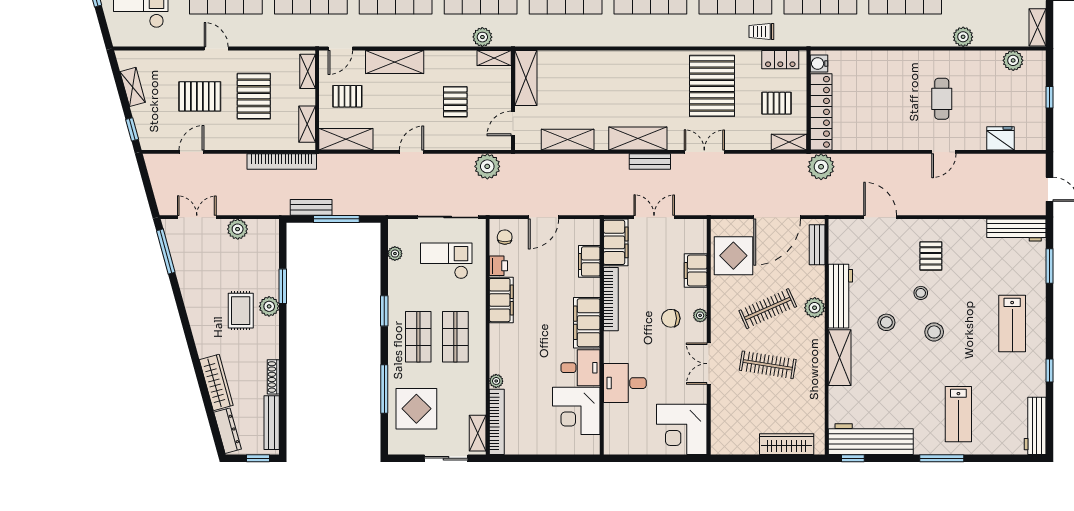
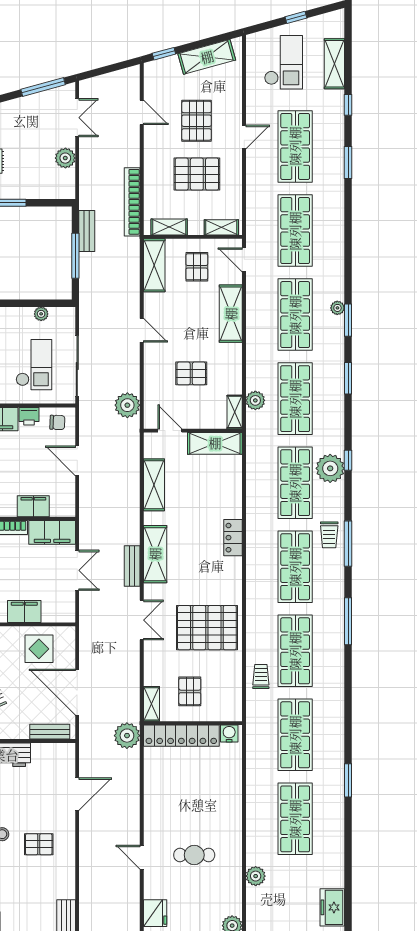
locker: (780, 60) -> (233, 538), moved
shelving: (133, 87) -> (207, 57), width x1.50, depth x1.33
display table: (733, 256) -> (39, 649), width x0.73, depth x0.73

